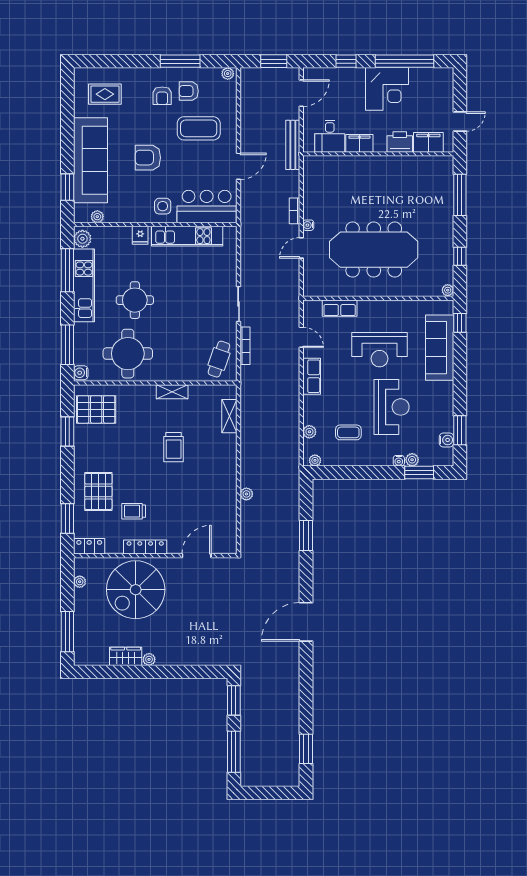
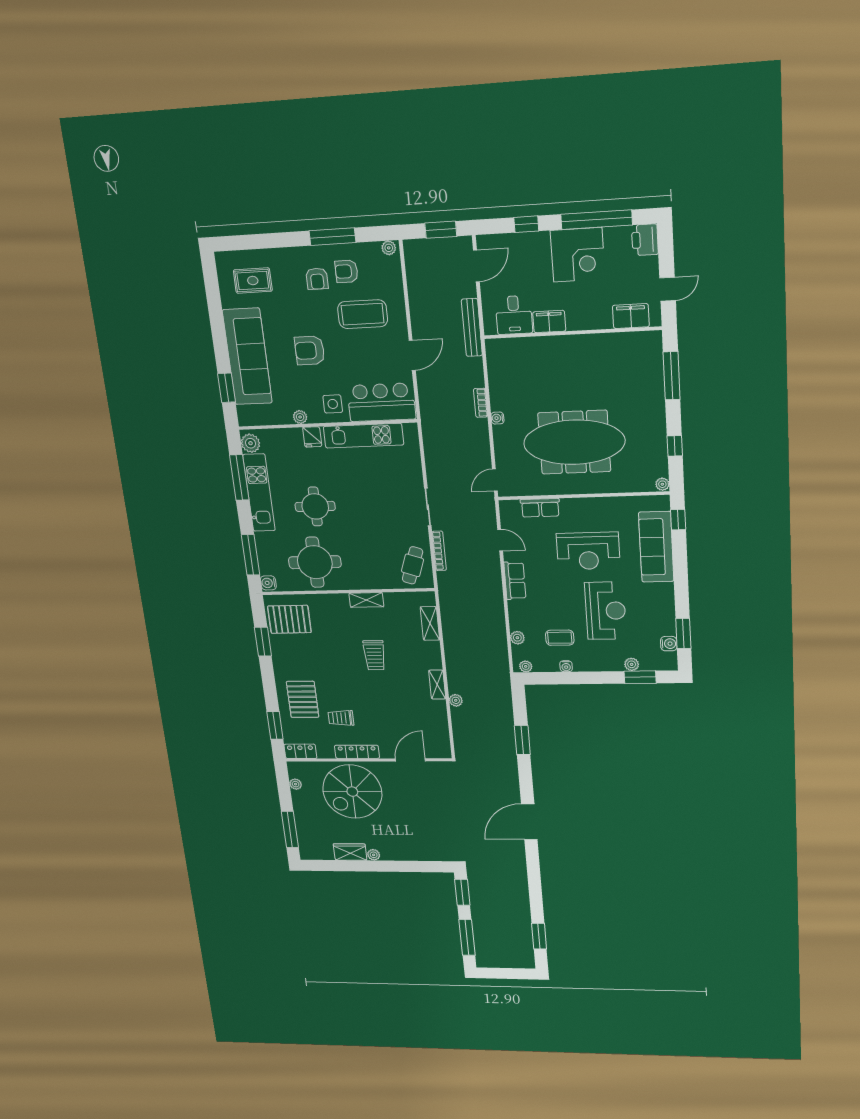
printer: (400, 142) -> (645, 240), moved, turned -90
plant: (97, 217) -> (300, 417), moved
door: (301, 248) -> (495, 480), moved
water cooler: (399, 461) -> (566, 666), moved
shelving: (230, 478) -> (437, 685), added

